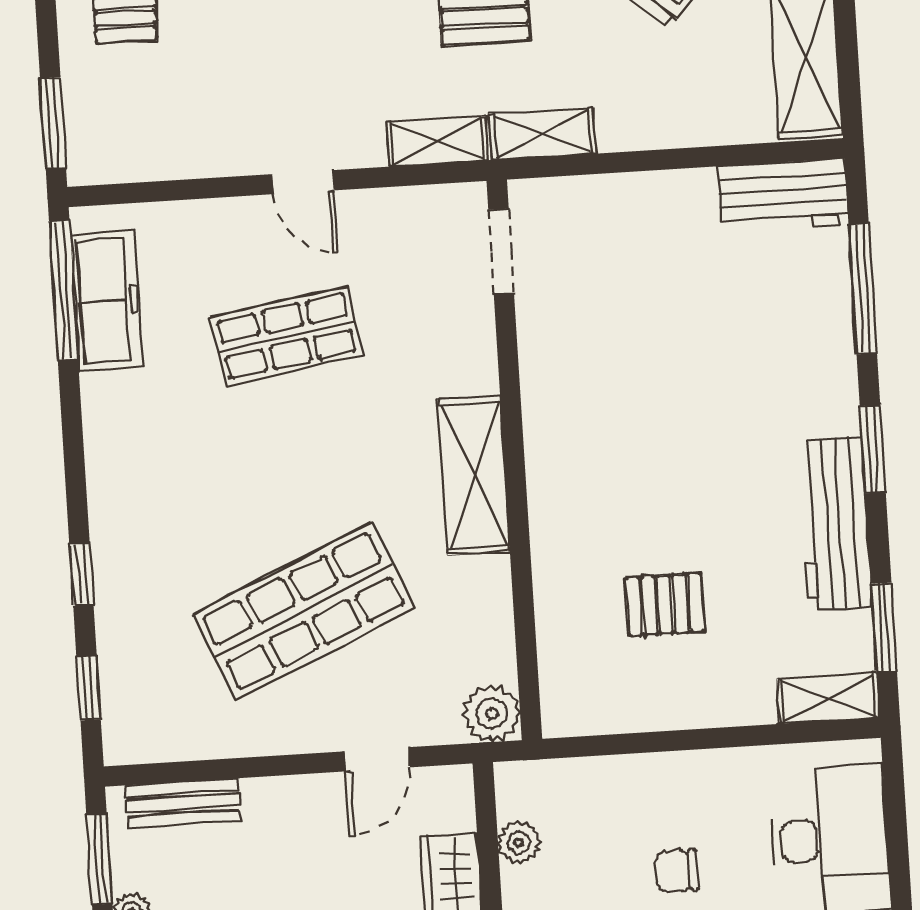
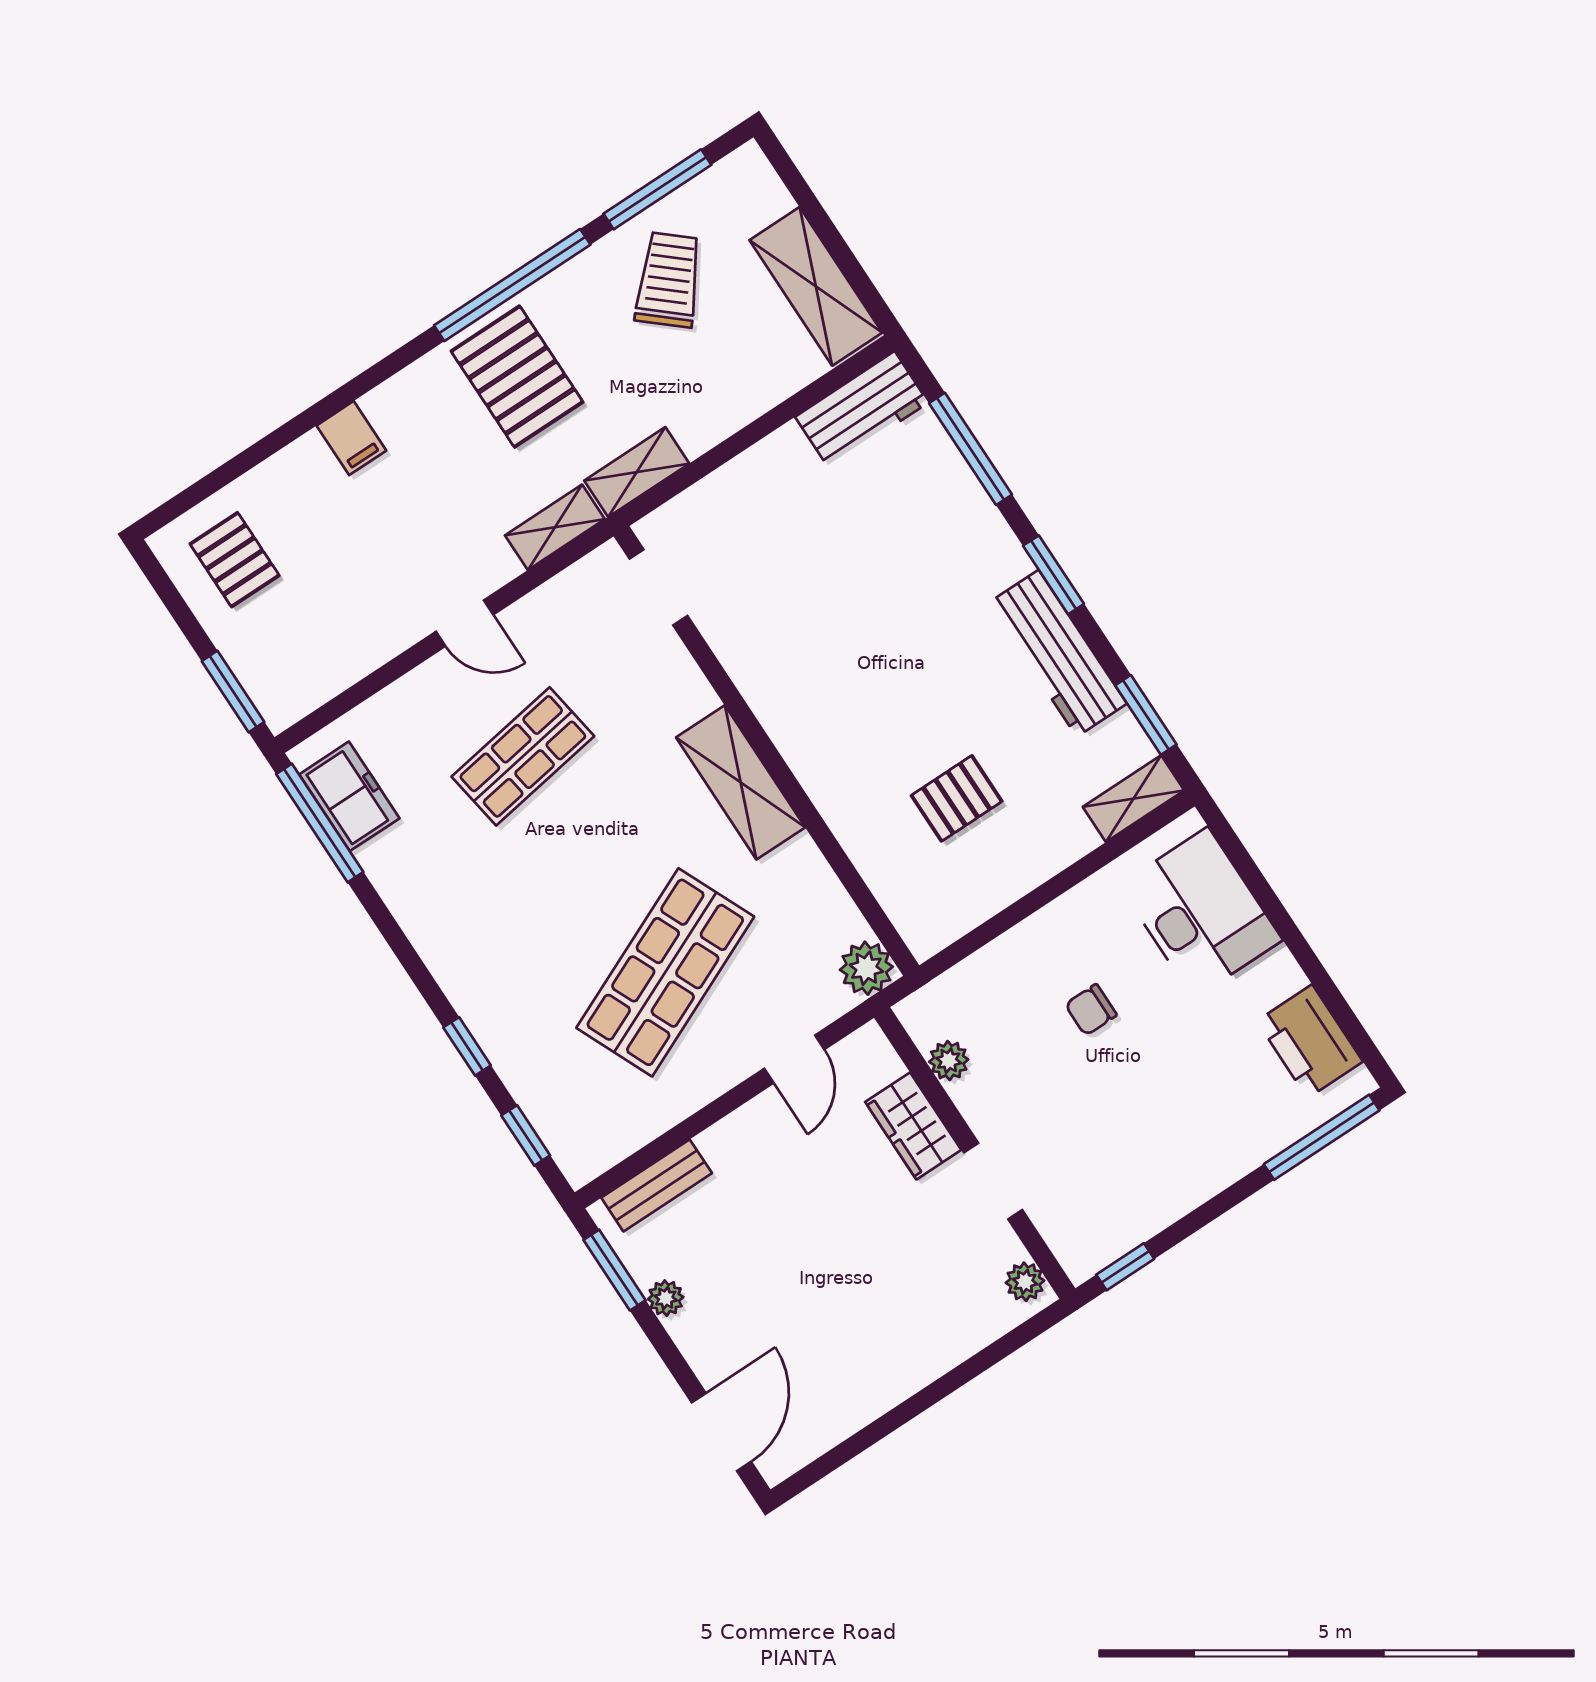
freezer: (106, 301) -> (349, 796), width x0.71

